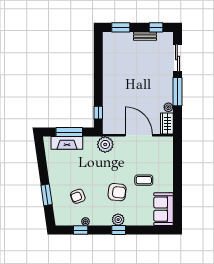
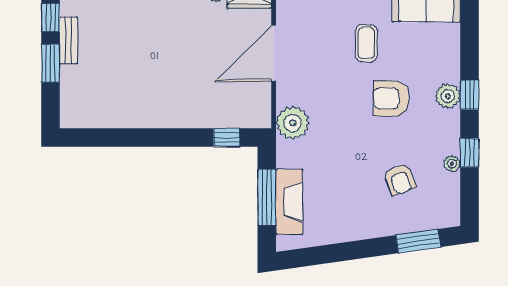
window: (121, 27) -> (50, 63), moved
armchair: (117, 192) -> (391, 98), turned -96
window: (47, 195) -> (418, 241), moved
window: (81, 230) -> (470, 153), moved

